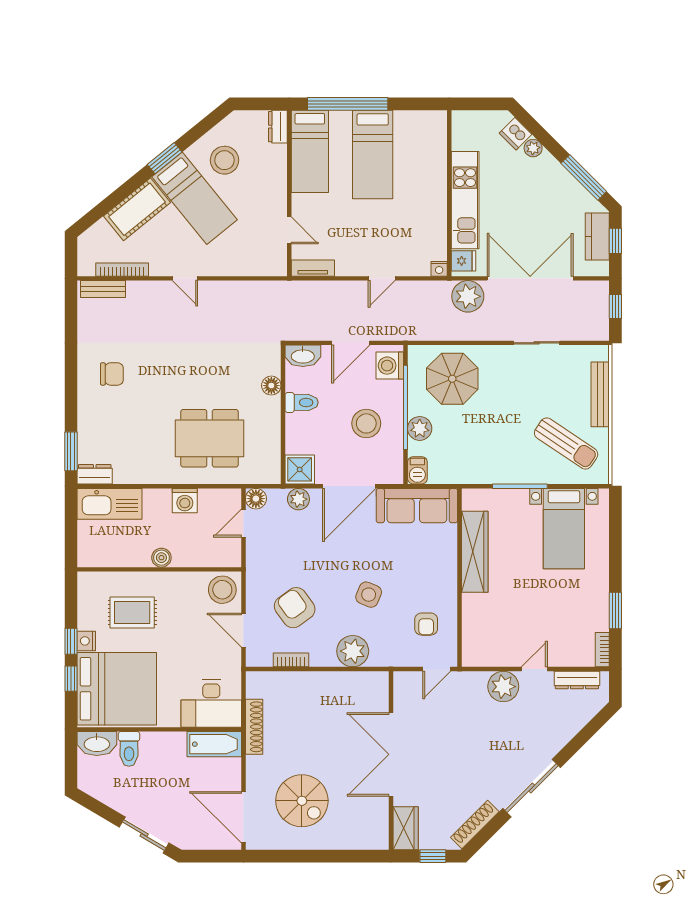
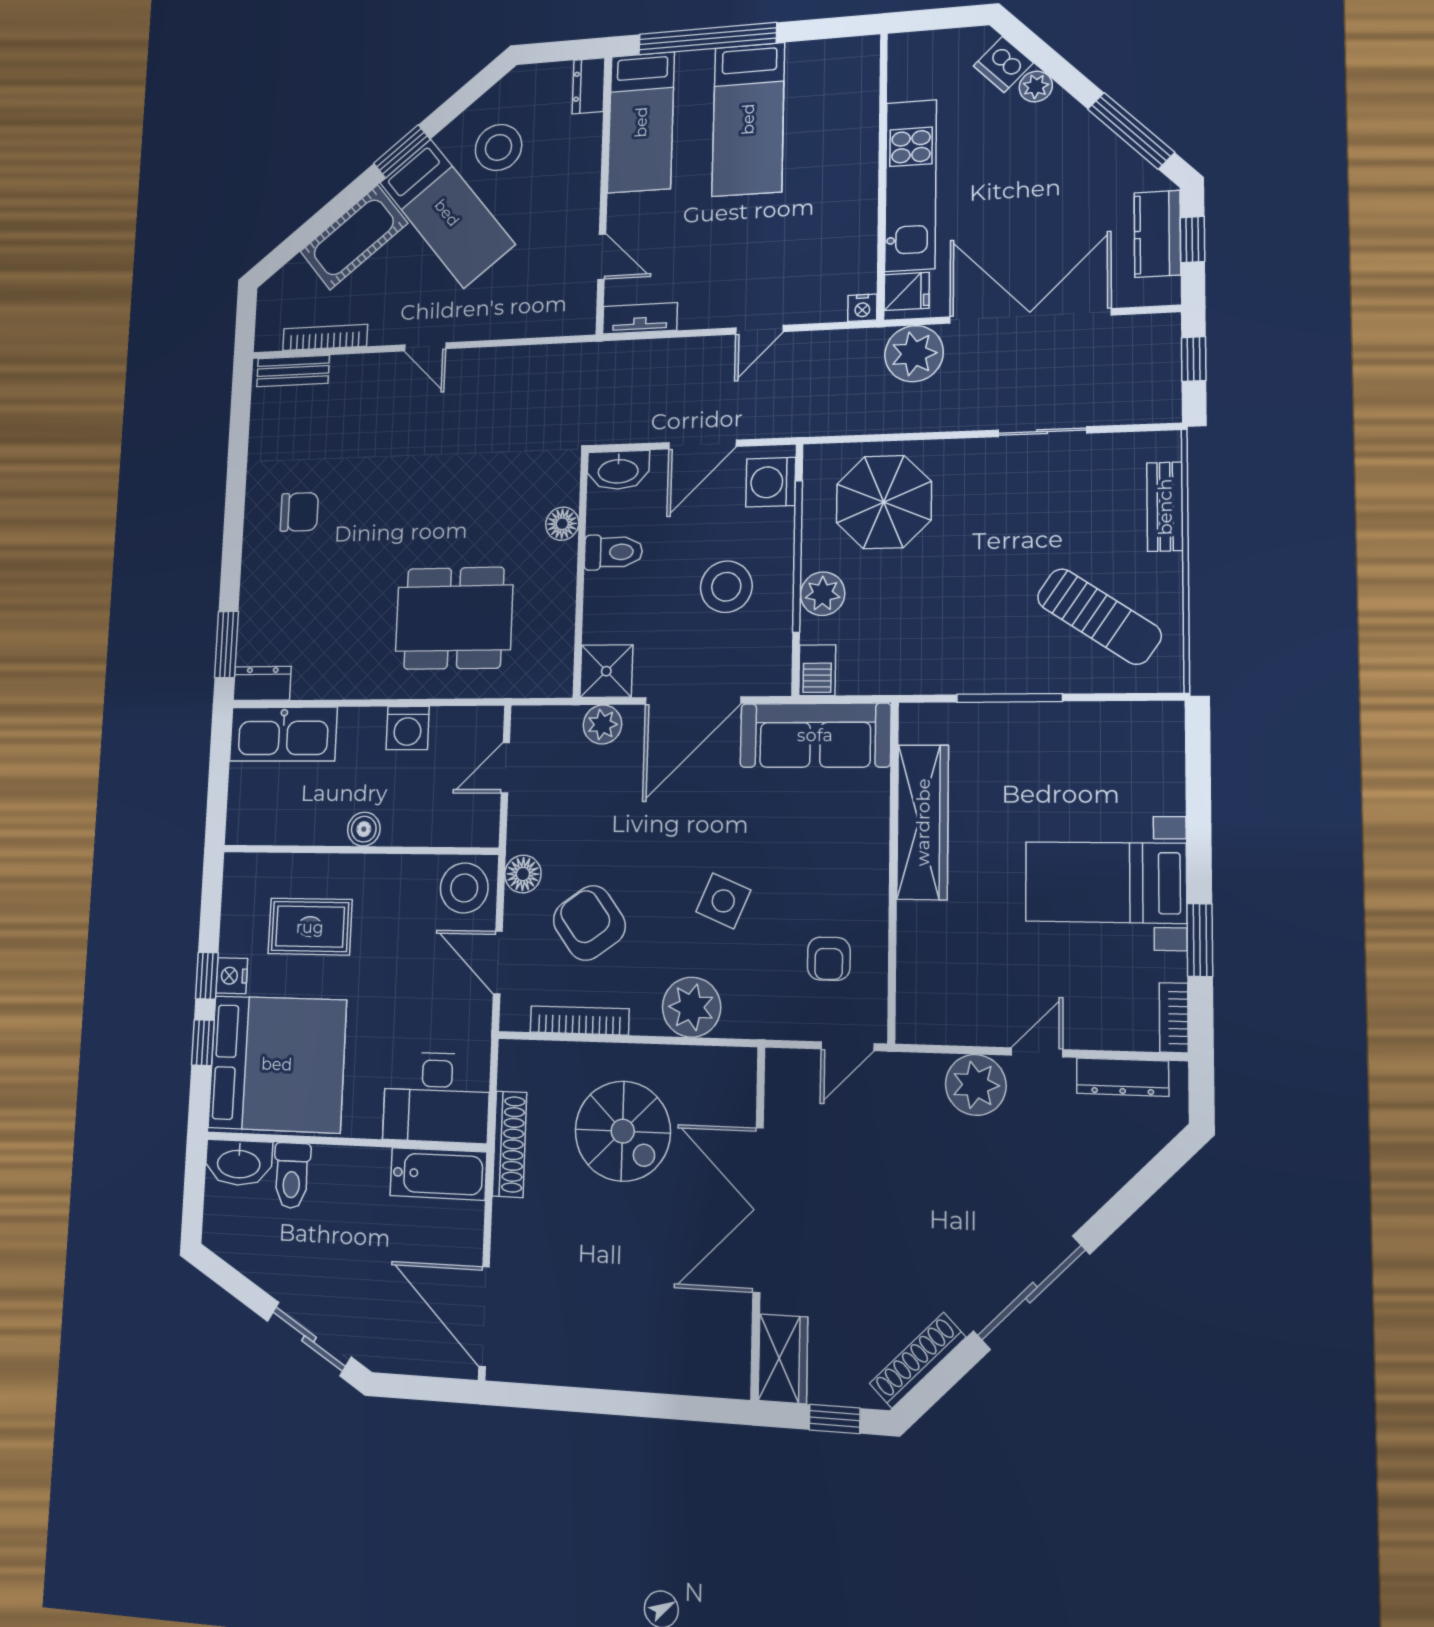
bench: (600, 394) -> (1165, 507), width x0.73
floor lamp: (256, 499) -> (523, 874), moved
bed with nightstands: (564, 529) -> (1106, 882), moved, turned 90
bookcase: (291, 660) -> (580, 1021), width x1.56
spiral stairs: (302, 801) -> (623, 1131), moved

